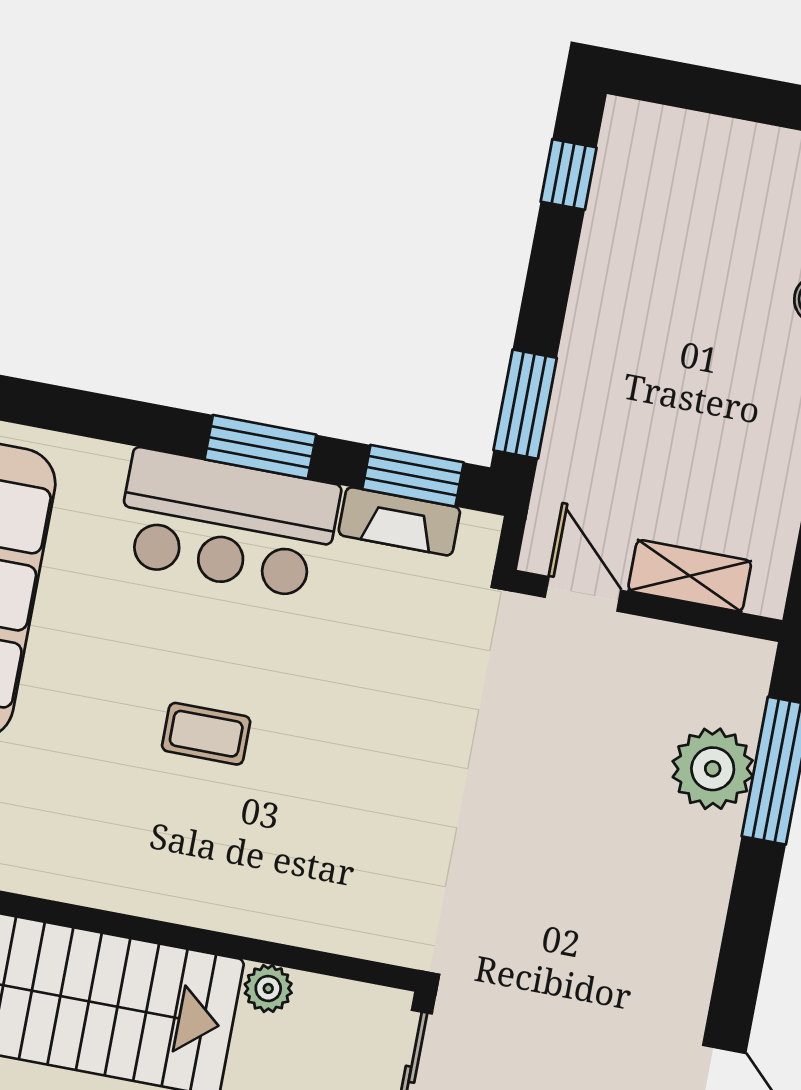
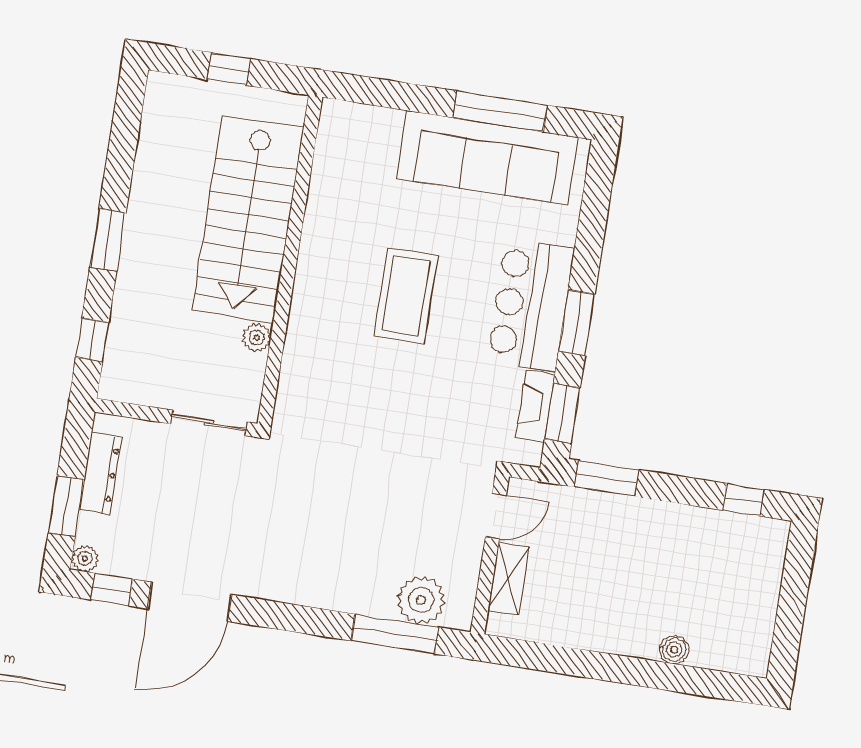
coffee table: (206, 734) -> (406, 296), width x1.86, depth x1.72
plant: (713, 769) -> (421, 600), moved

